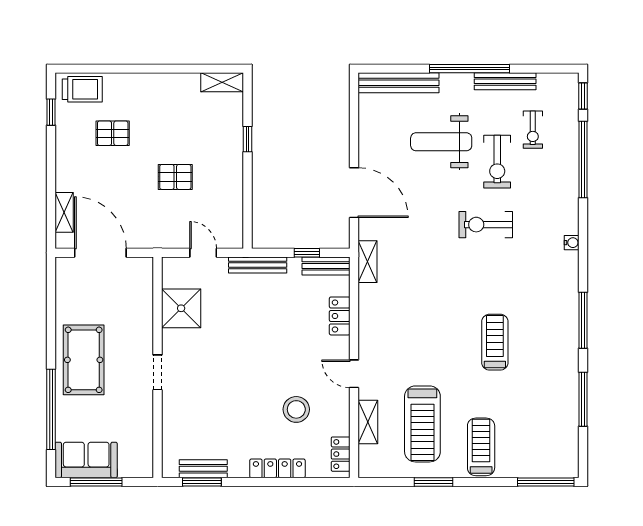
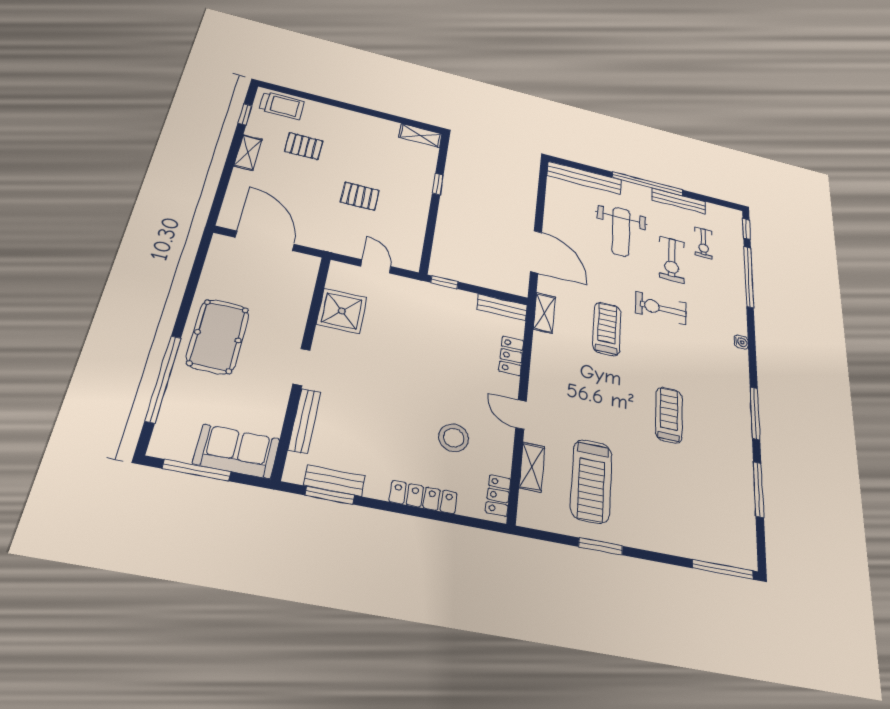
weight bench: (441, 142) -> (621, 232), turned -90
shelving: (64, 212) -> (248, 152), moved
window: (307, 253) -> (444, 282), moved
bench: (258, 265) -> (305, 421), moved, turned 90
treadmill: (481, 447) -> (607, 329), moved
sofa: (86, 460) -> (237, 451), moved

